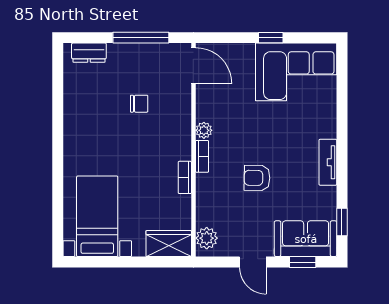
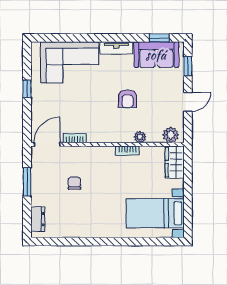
window: (141, 38) -> (27, 182), width x0.69
corner sofa: (296, 72) -> (70, 62), moved, turned 90
plant: (204, 130) -> (140, 137), moved
bookcase: (202, 156) -> (75, 138), moved
sofa: (306, 239) -> (156, 55), moved, turned -90

